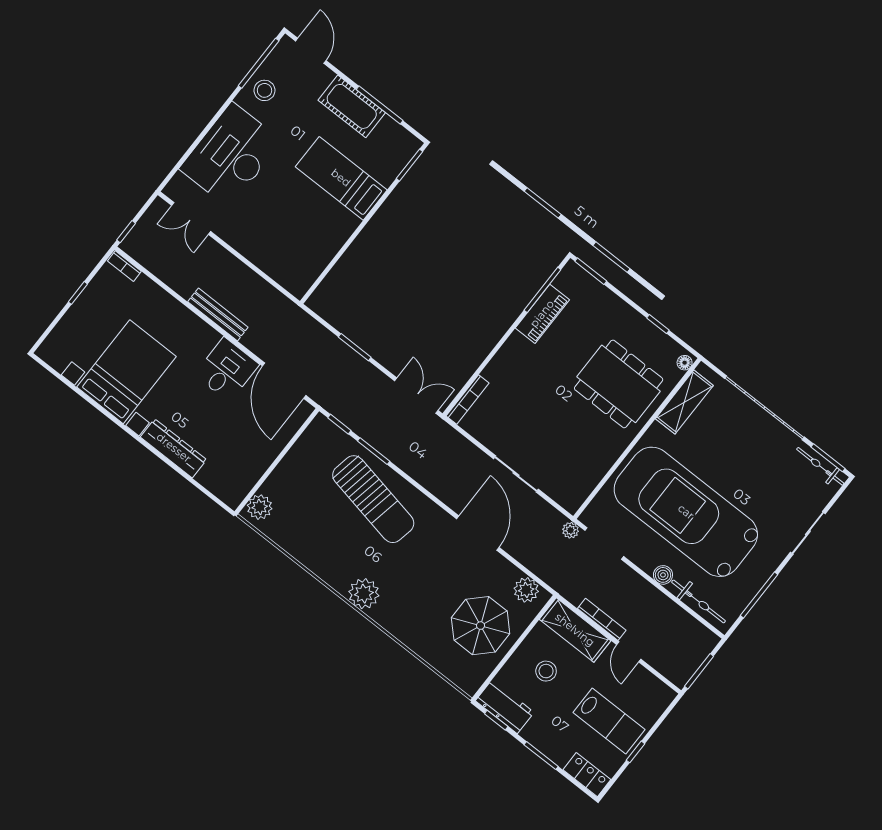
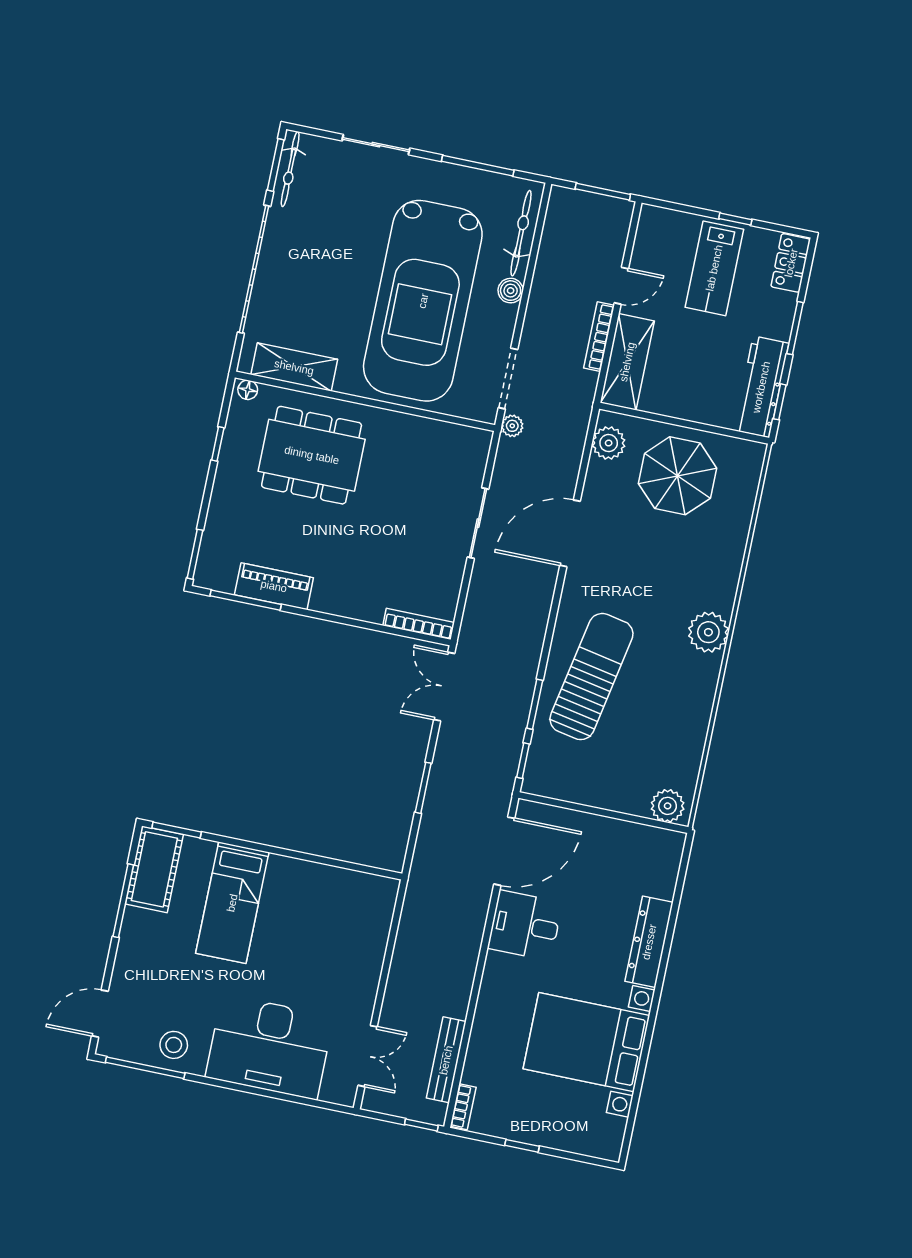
cot: (352, 106) -> (154, 869), moved
bench: (218, 314) -> (446, 1060), moved
dining table: (619, 384) -> (312, 455), turned 90
stool: (546, 671) -> (693, 372), removed
workbench: (505, 707) -> (761, 387), width x1.38
lab bench: (609, 721) -> (714, 268), turned 180

